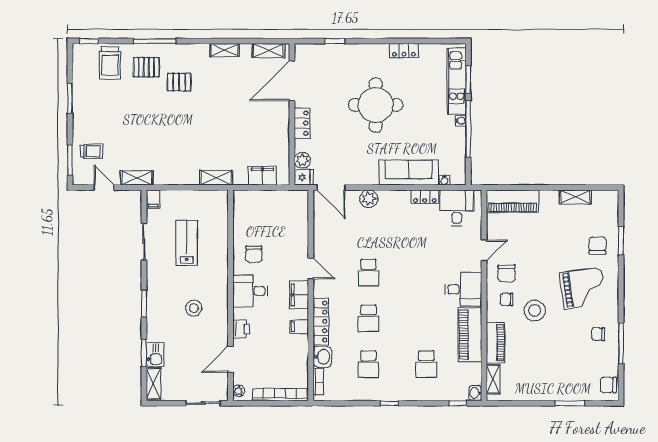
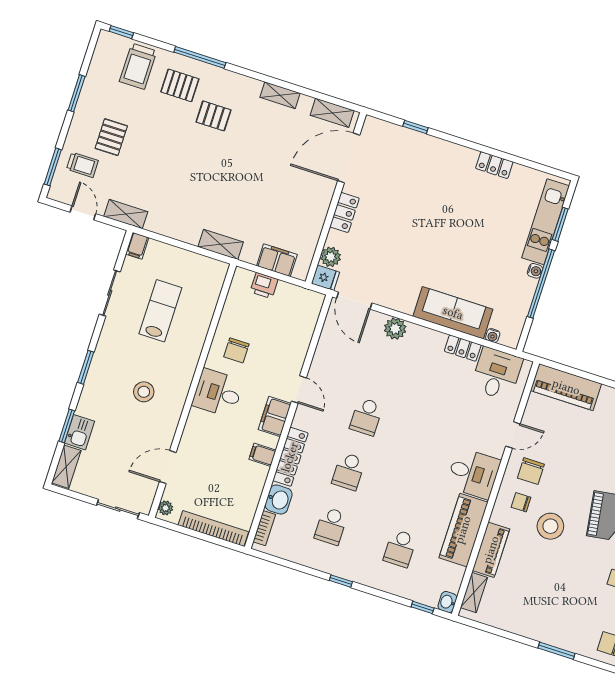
round table: (376, 105) -> (440, 219), removed
pallet: (107, 123) -> (111, 137), added
printer: (241, 329) -> (264, 286), moved, turned 90

